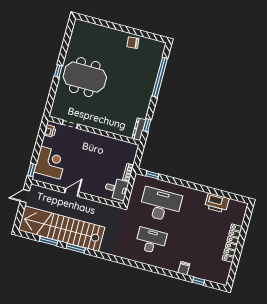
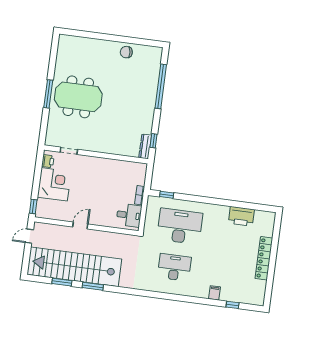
window: (58, 71) -> (48, 94), width x2.17
corner desk: (50, 163) -> (54, 184), moved

